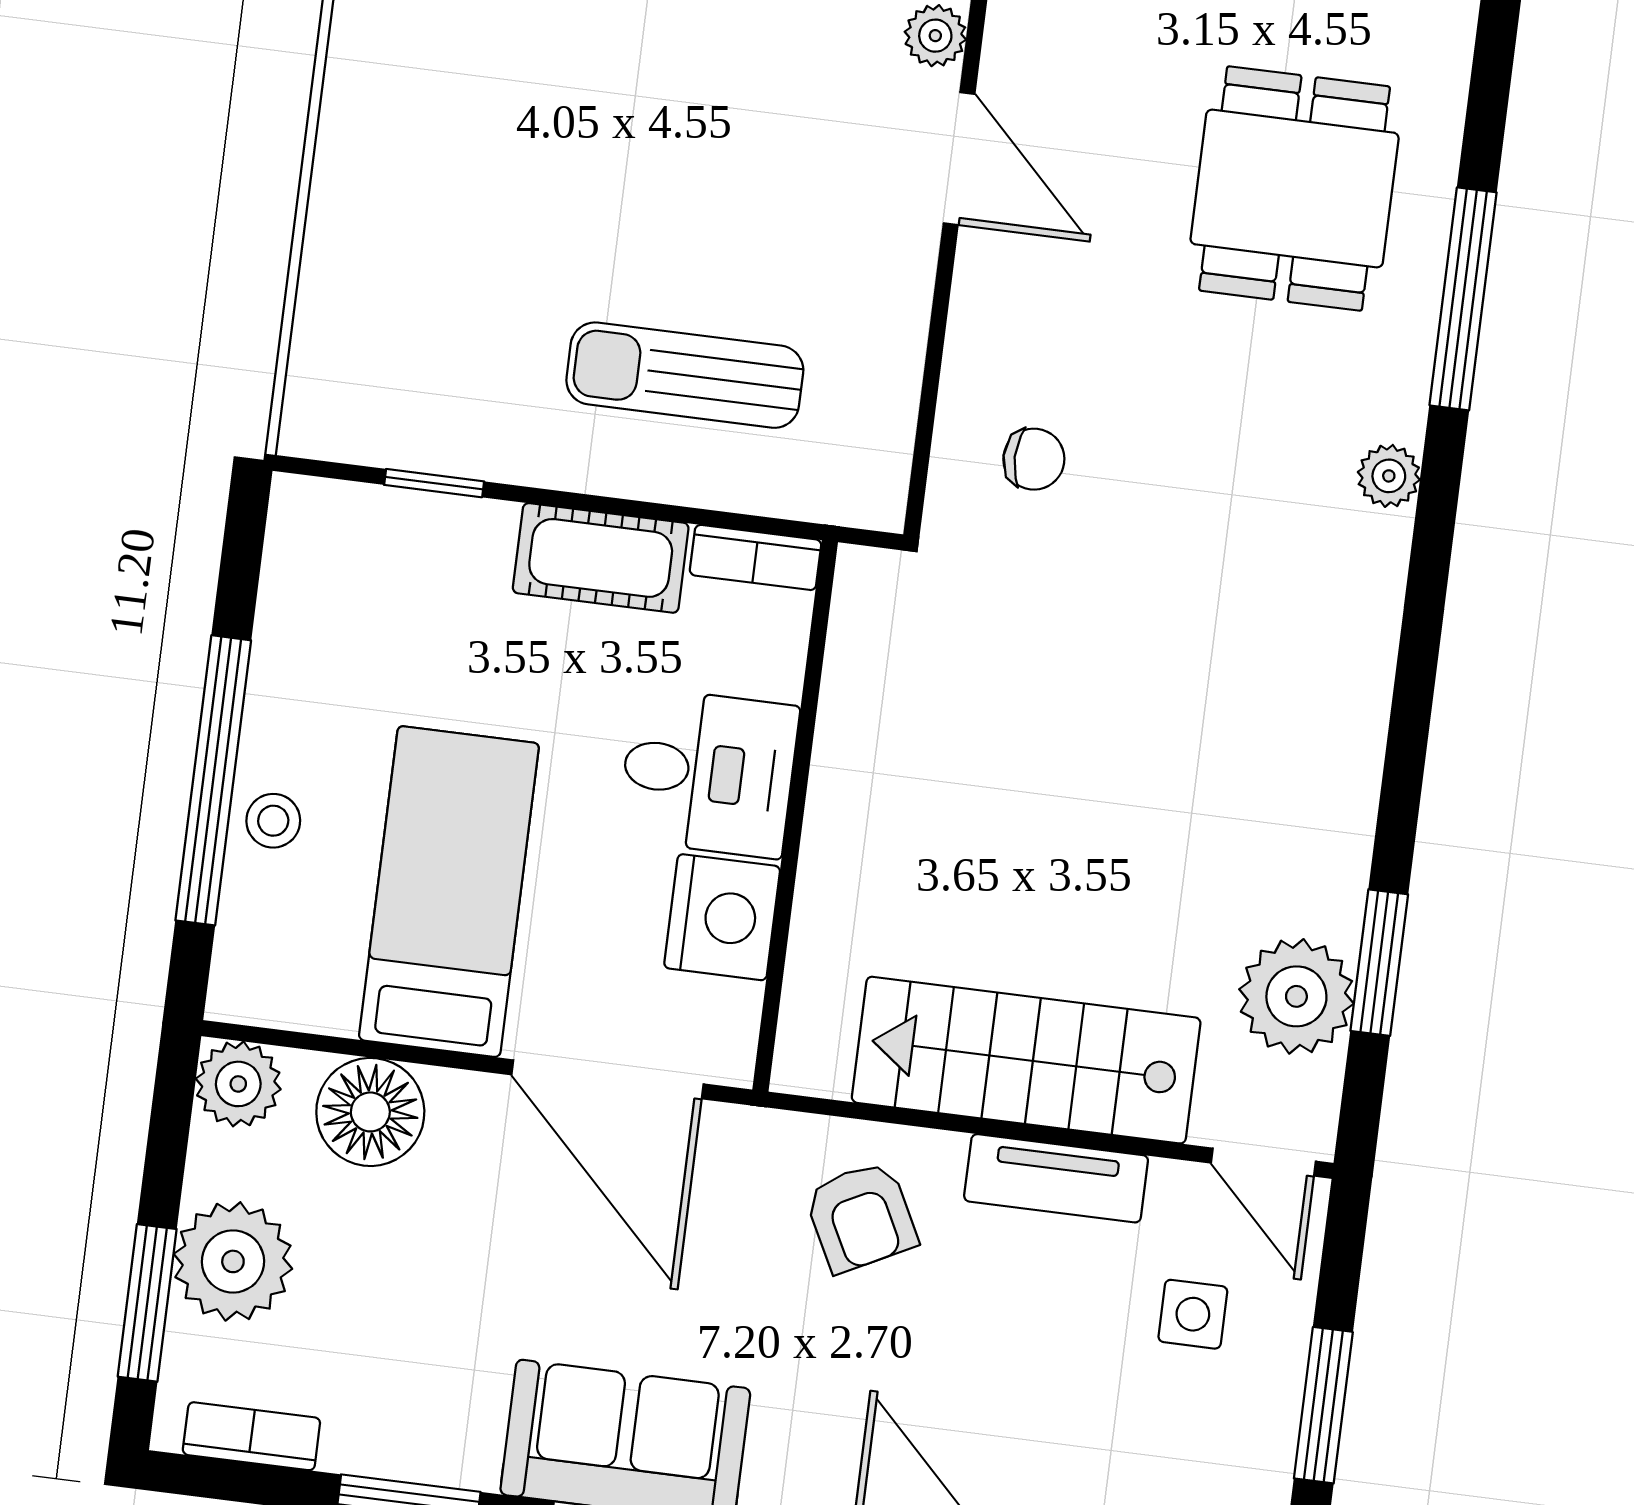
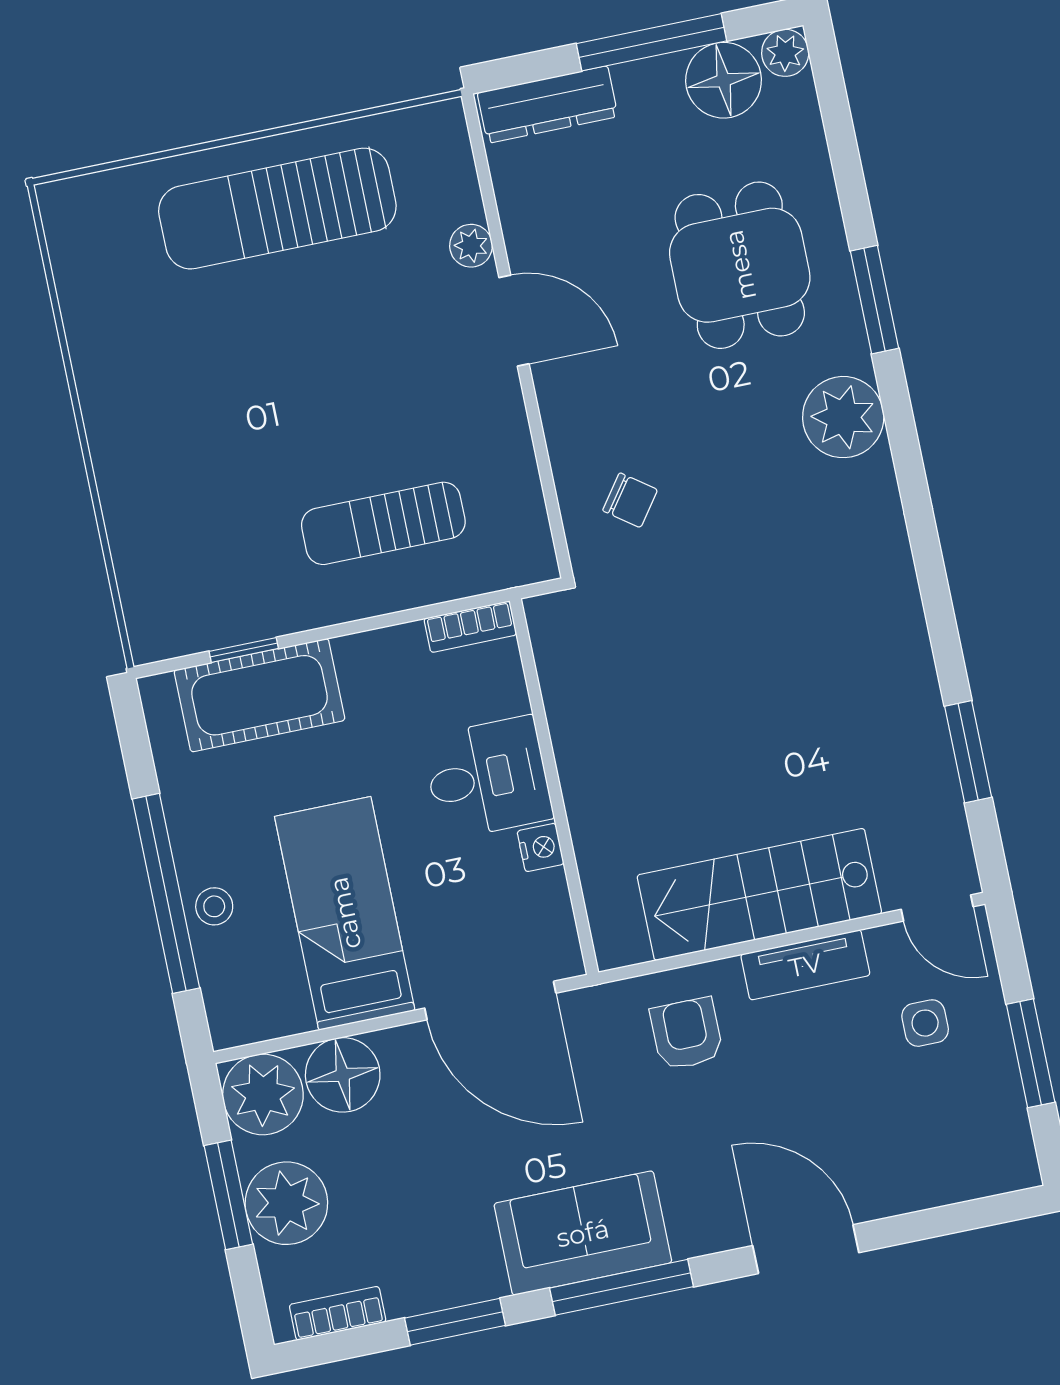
window: (1463, 299) -> (874, 300), width x0.69
chair: (1034, 459) -> (630, 500), turned 36
plant: (1389, 476) -> (843, 417), width x1.87, depth x1.87
cot: (601, 558) -> (260, 695), moved, width x1.37, depth x1.34
nightstand: (722, 917) -> (541, 847), width x0.53, depth x0.56
plant: (1296, 996) -> (922, 792), removed
plant: (238, 1084) -> (263, 1094), width x1.36, depth x1.36
armchair: (861, 1217) -> (687, 1034), turned -153
window: (147, 1303) -> (228, 1195), moved

